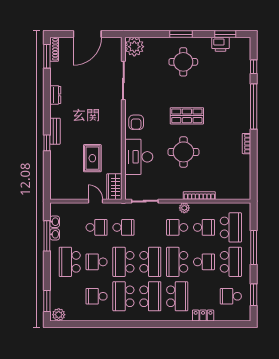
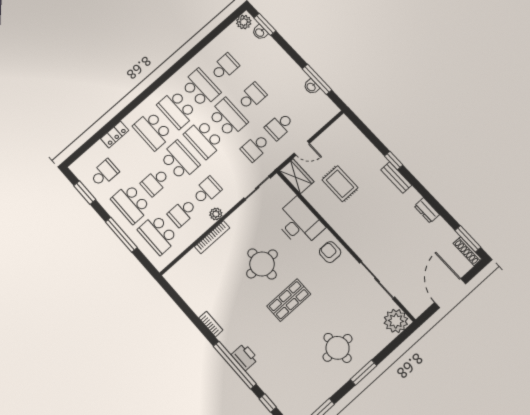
printer: (220, 44) -> (245, 357), moved, turned 90
washbasin: (55, 222) -> (260, 32), moved
school desk: (70, 262) -> (276, 75), removed

